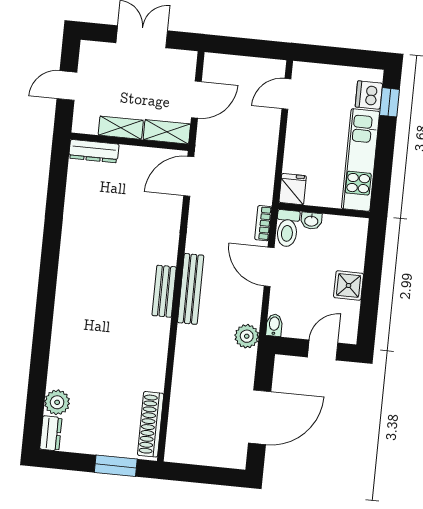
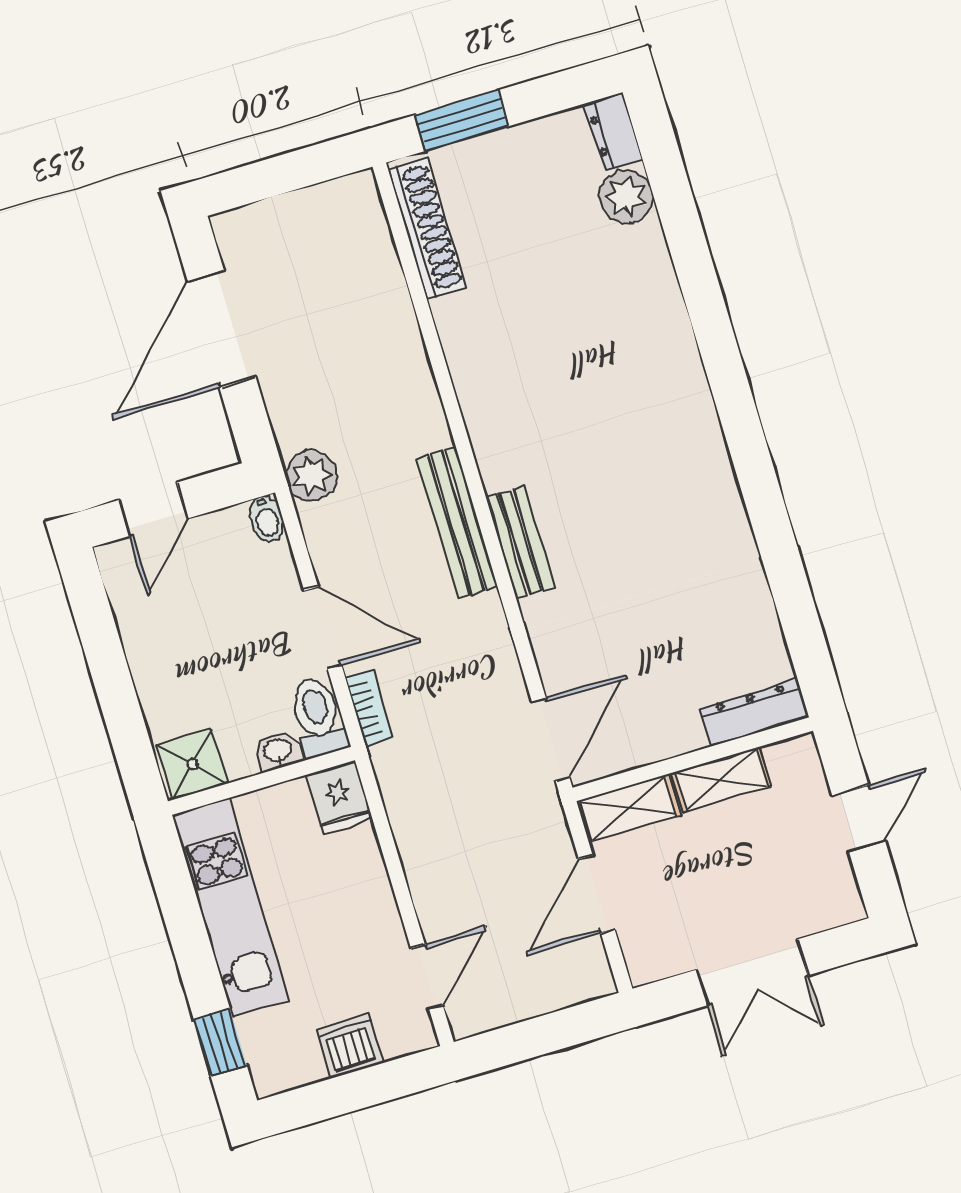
dishwasher: (369, 95) -> (350, 1046), moved, turned -90
shower: (349, 285) -> (192, 764), moved
bench: (164, 291) -> (520, 542), moved

